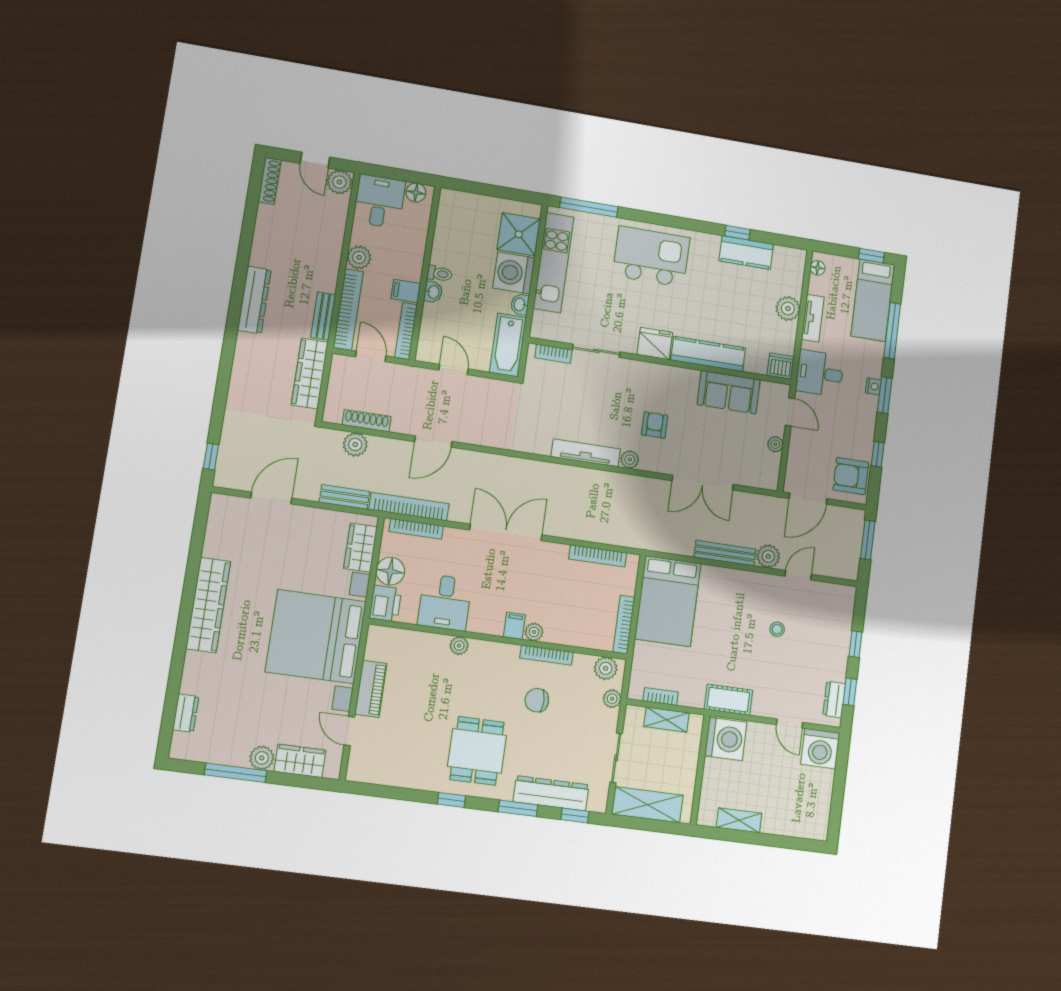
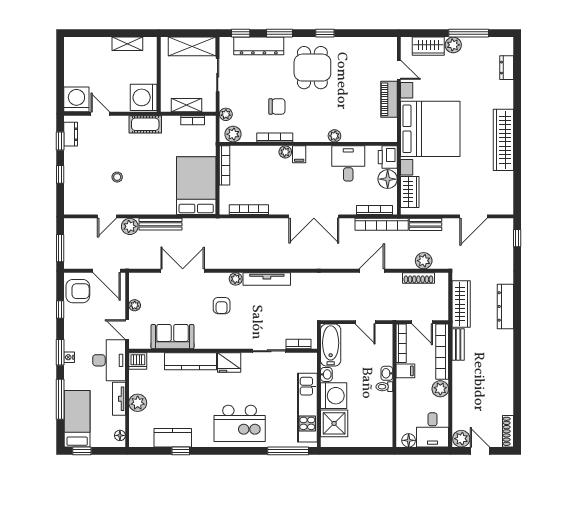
dresser: (254, 300) -> (505, 306), moved
desk: (820, 373) -> (109, 360), width x1.37
door: (808, 499) -> (107, 271), swing flipped

